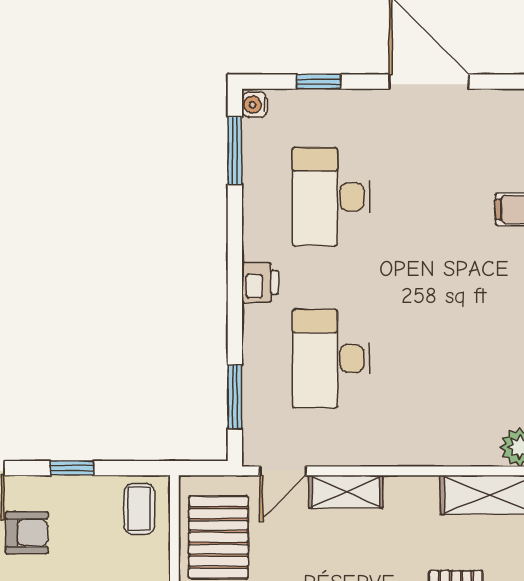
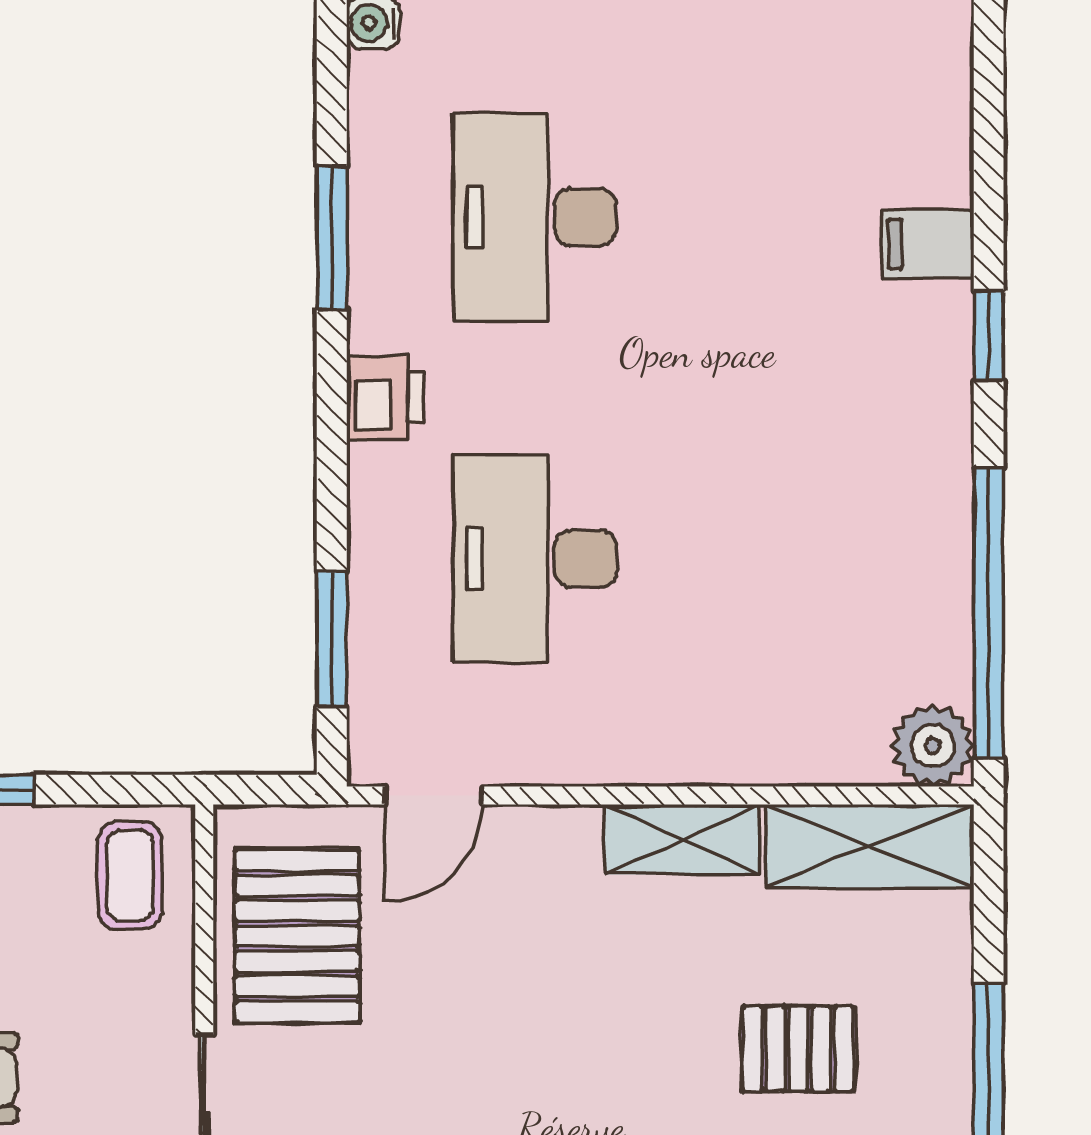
window: (235, 151) -> (332, 238), moved
shelving: (346, 492) -> (682, 839), moved

